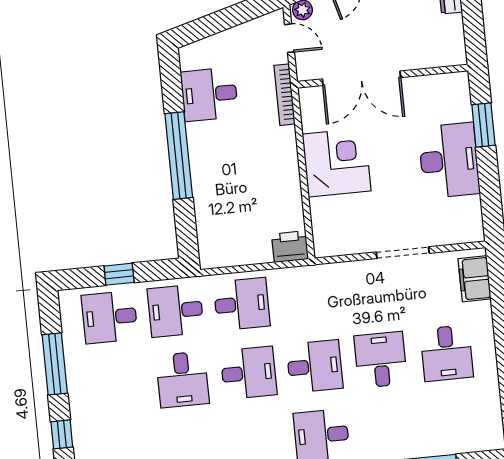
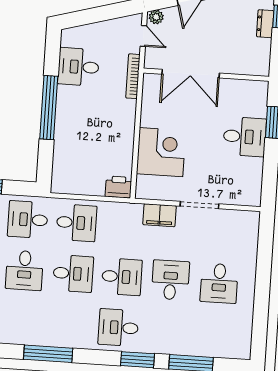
desk: (449, 160) -> (245, 137), width x0.73
corner desk: (337, 163) -> (161, 152), moved
filing cabinet: (475, 279) -> (160, 215), moved, turned -90

